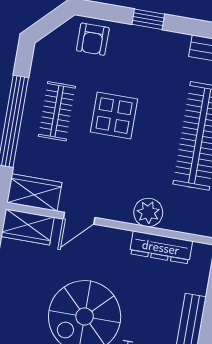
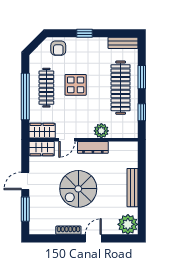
clothes rail: (57, 111) -> (46, 88), width x1.36
dresser: (161, 247) -> (93, 147), moved

